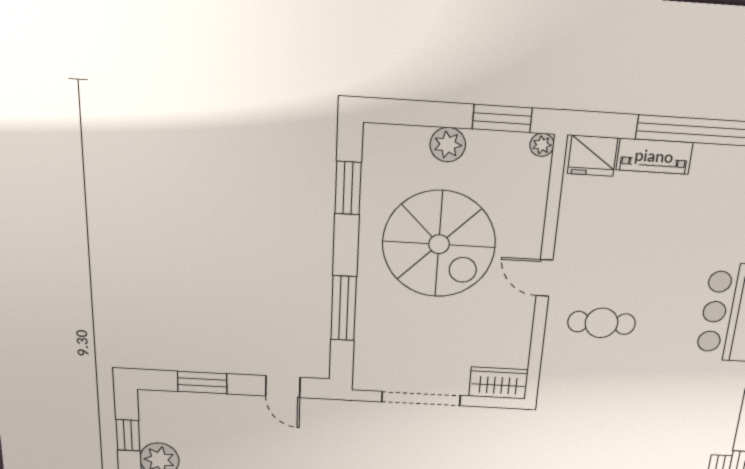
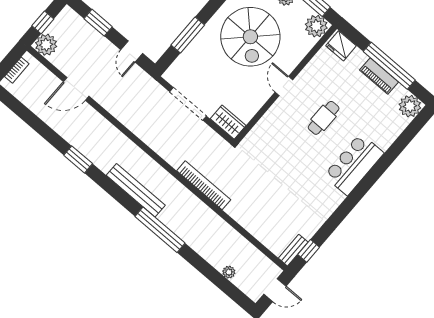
plant: (542, 145) -> (316, 26), width x1.88, depth x1.88
piano: (654, 156) -> (379, 76), moved
cafe table: (601, 323) -> (324, 118), moved, turned 90

